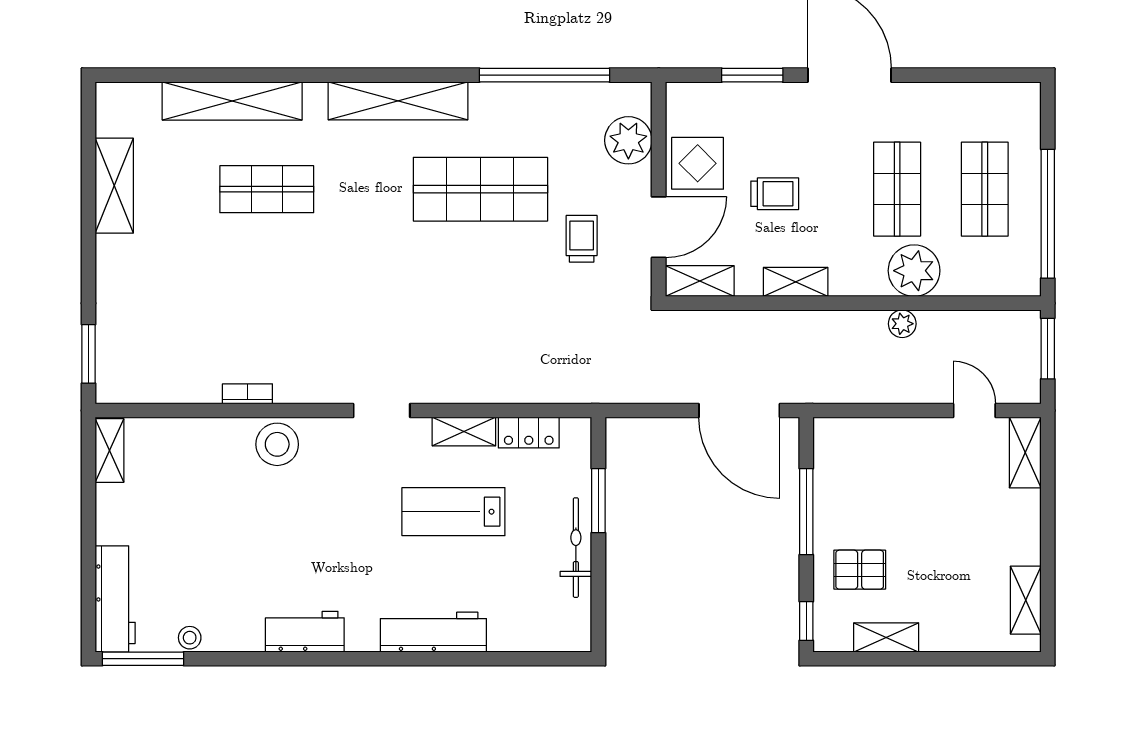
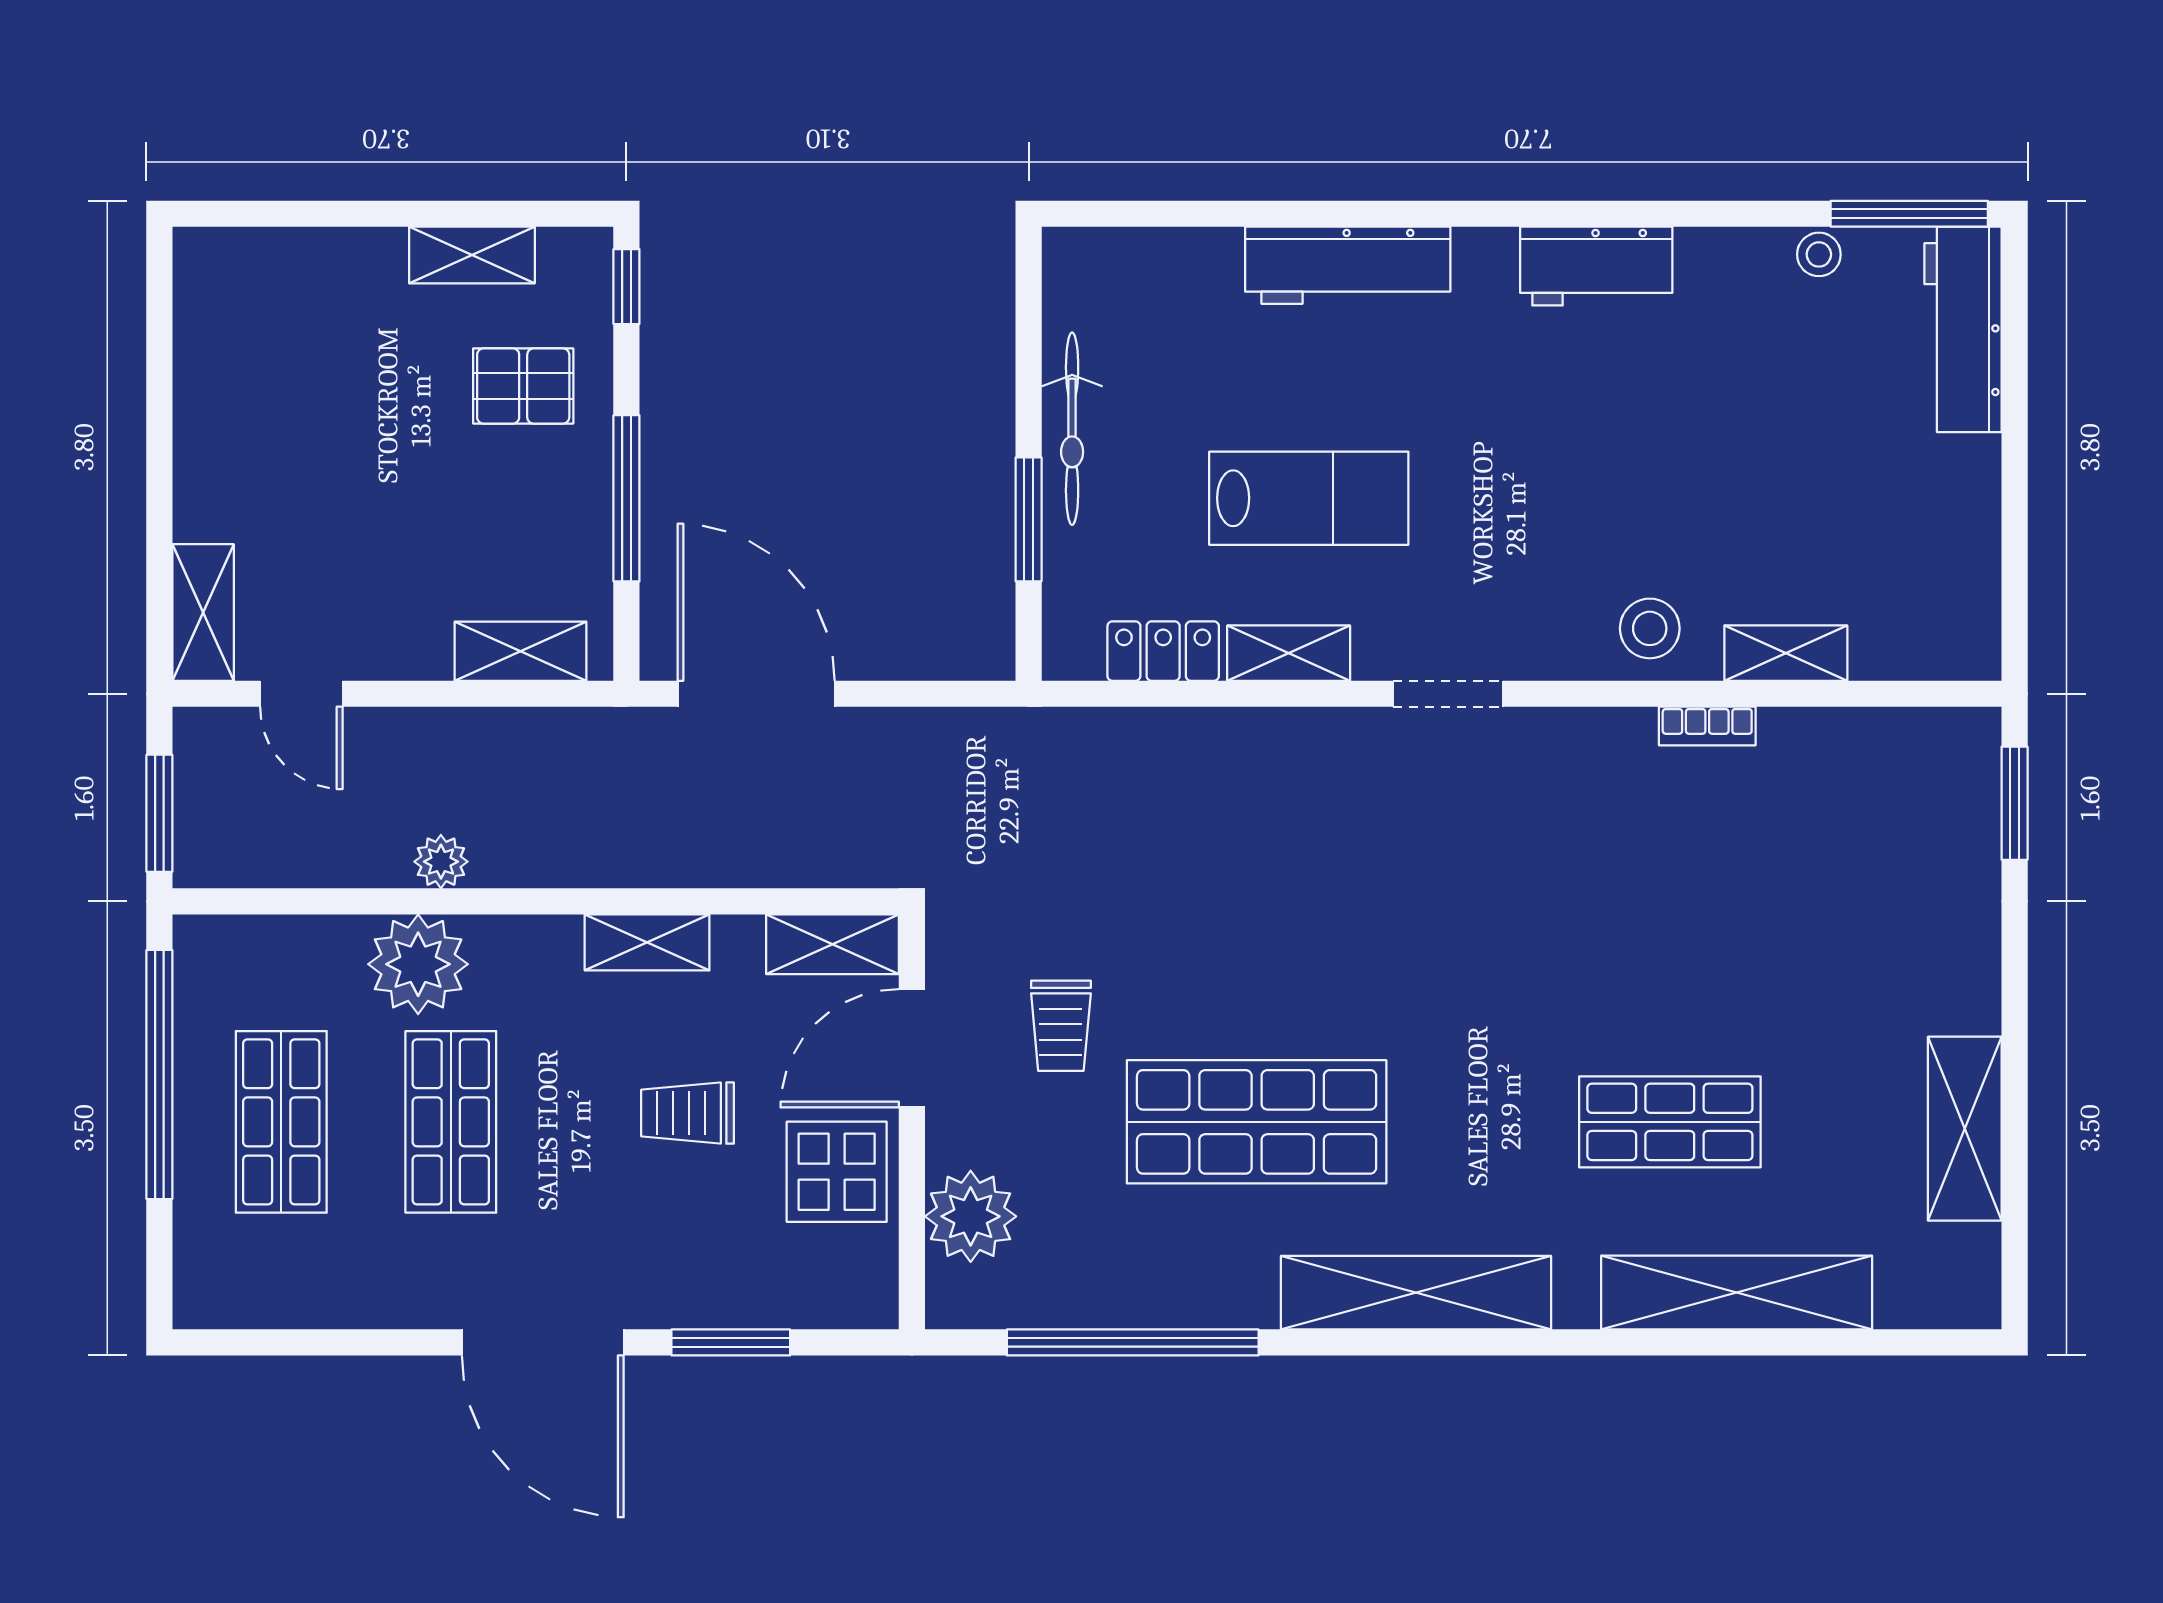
stool: (277, 444) -> (1650, 628), width x0.73, depth x0.73
shelving: (110, 451) -> (1786, 653), moved, turned 90
shelving: (1026, 600) -> (520, 651), moved, turned 90

